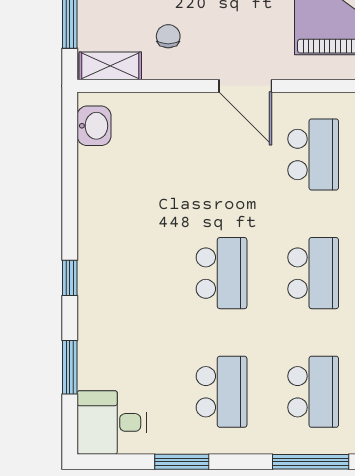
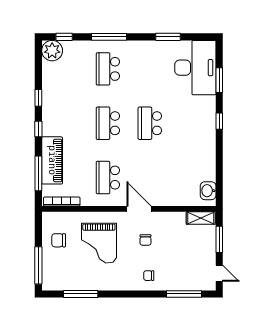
chair: (168, 36) -> (145, 240), moved
school desk: (222, 392) -> (150, 69), removed
desk: (112, 422) -> (195, 68), width x1.87, depth x1.30

